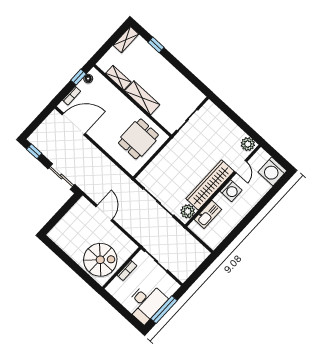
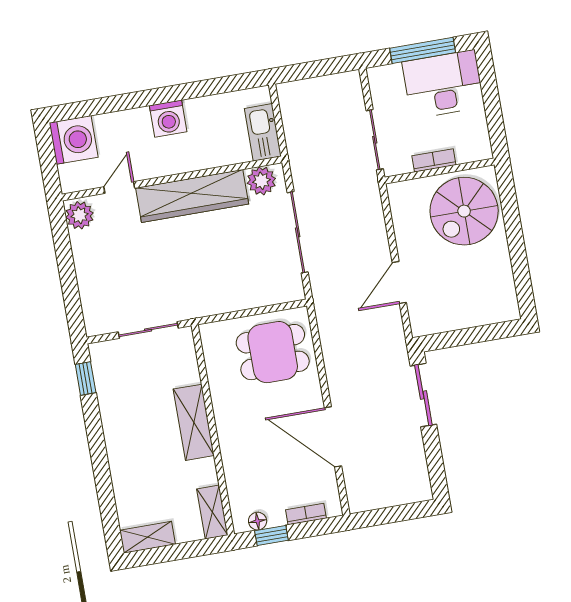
window: (156, 45) -> (86, 378), moved
shelving: (118, 78) -> (212, 512), moved
door: (74, 124) -> (333, 437), moved
dining table: (138, 139) -> (273, 352), moved
window: (34, 151) -> (436, 470), removed
washing machine: (231, 191) -> (168, 119), moved, turned 180
kitchen sink: (208, 214) -> (263, 132), moved, turned -90
spiral stairs: (100, 260) -> (464, 211), turned -90

